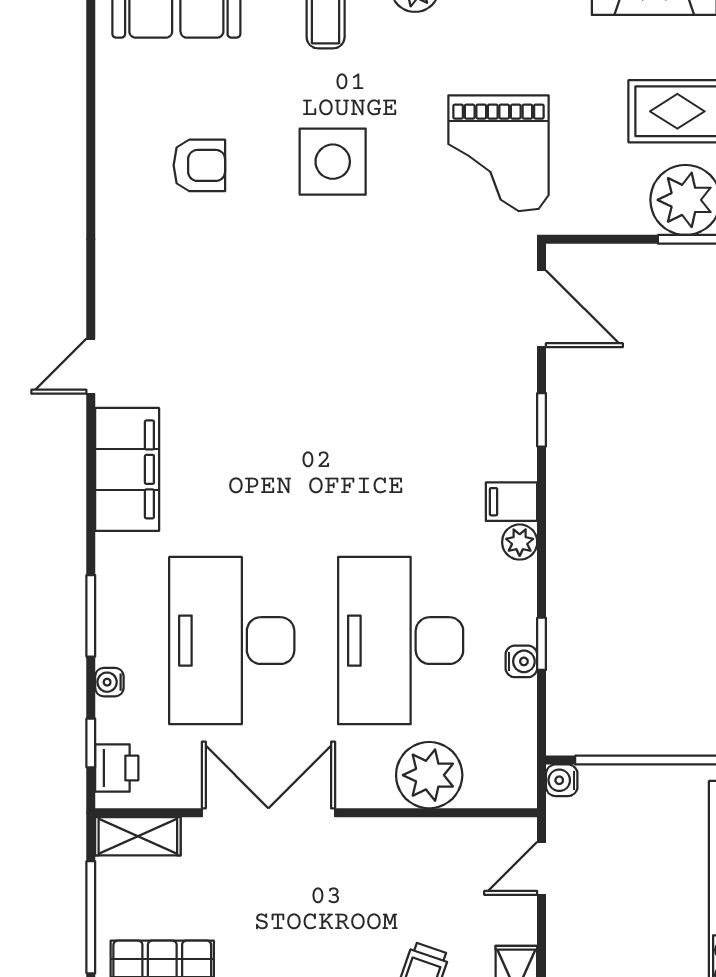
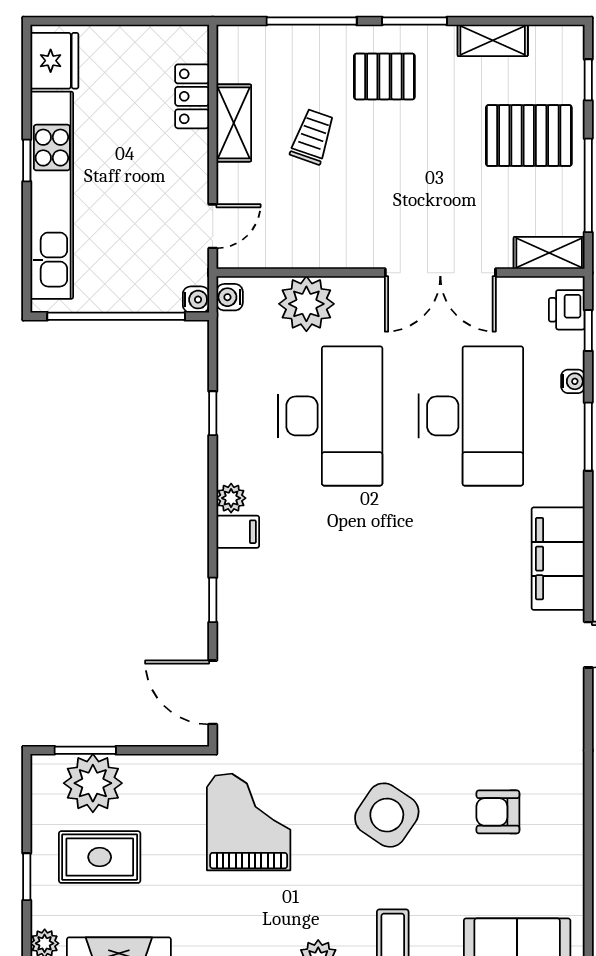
side table: (333, 162) -> (387, 815), turned 34
water cooler: (521, 661) -> (230, 297), moved

